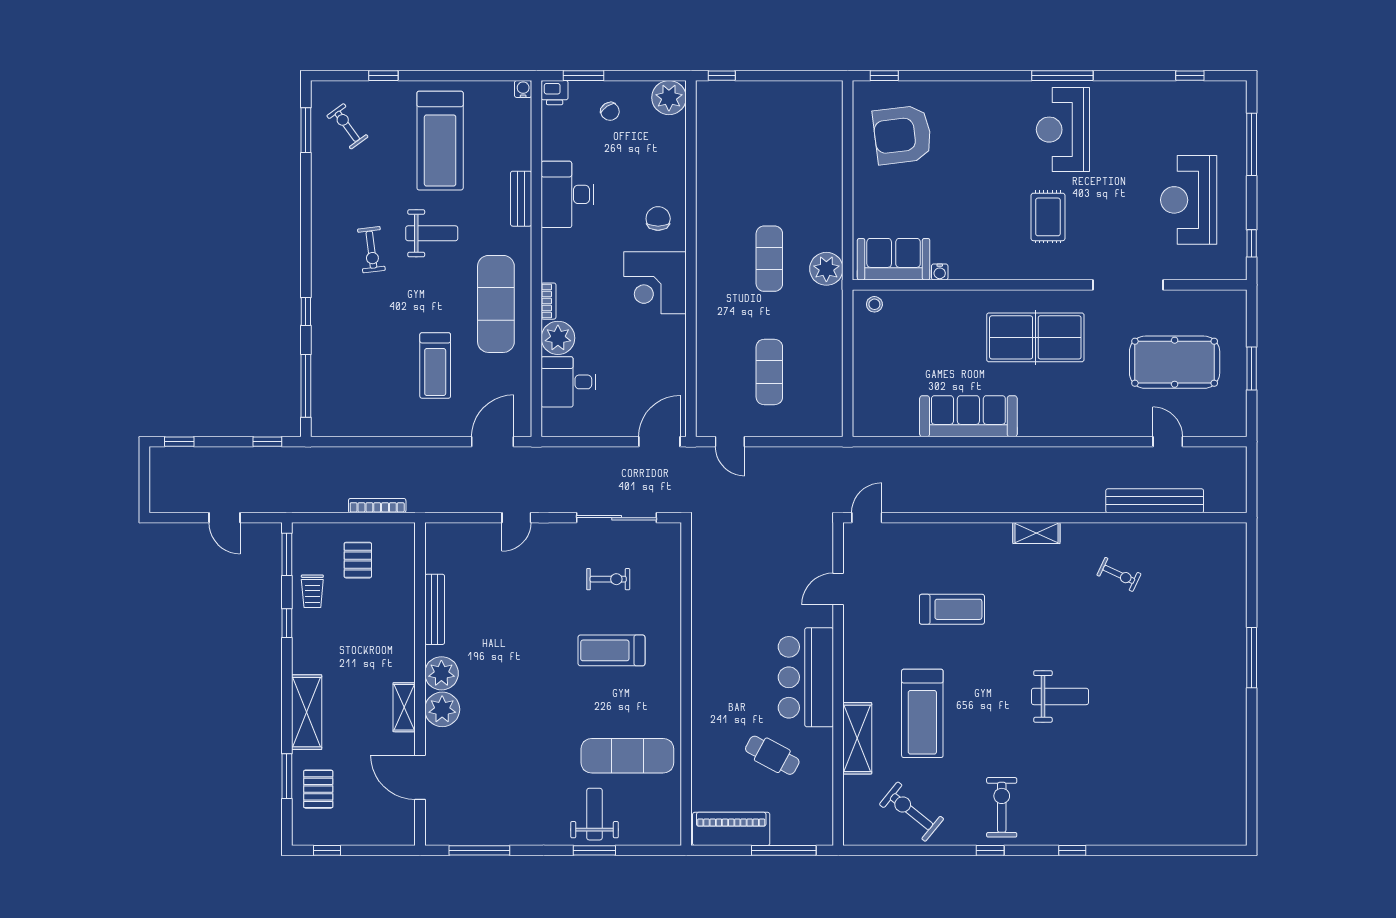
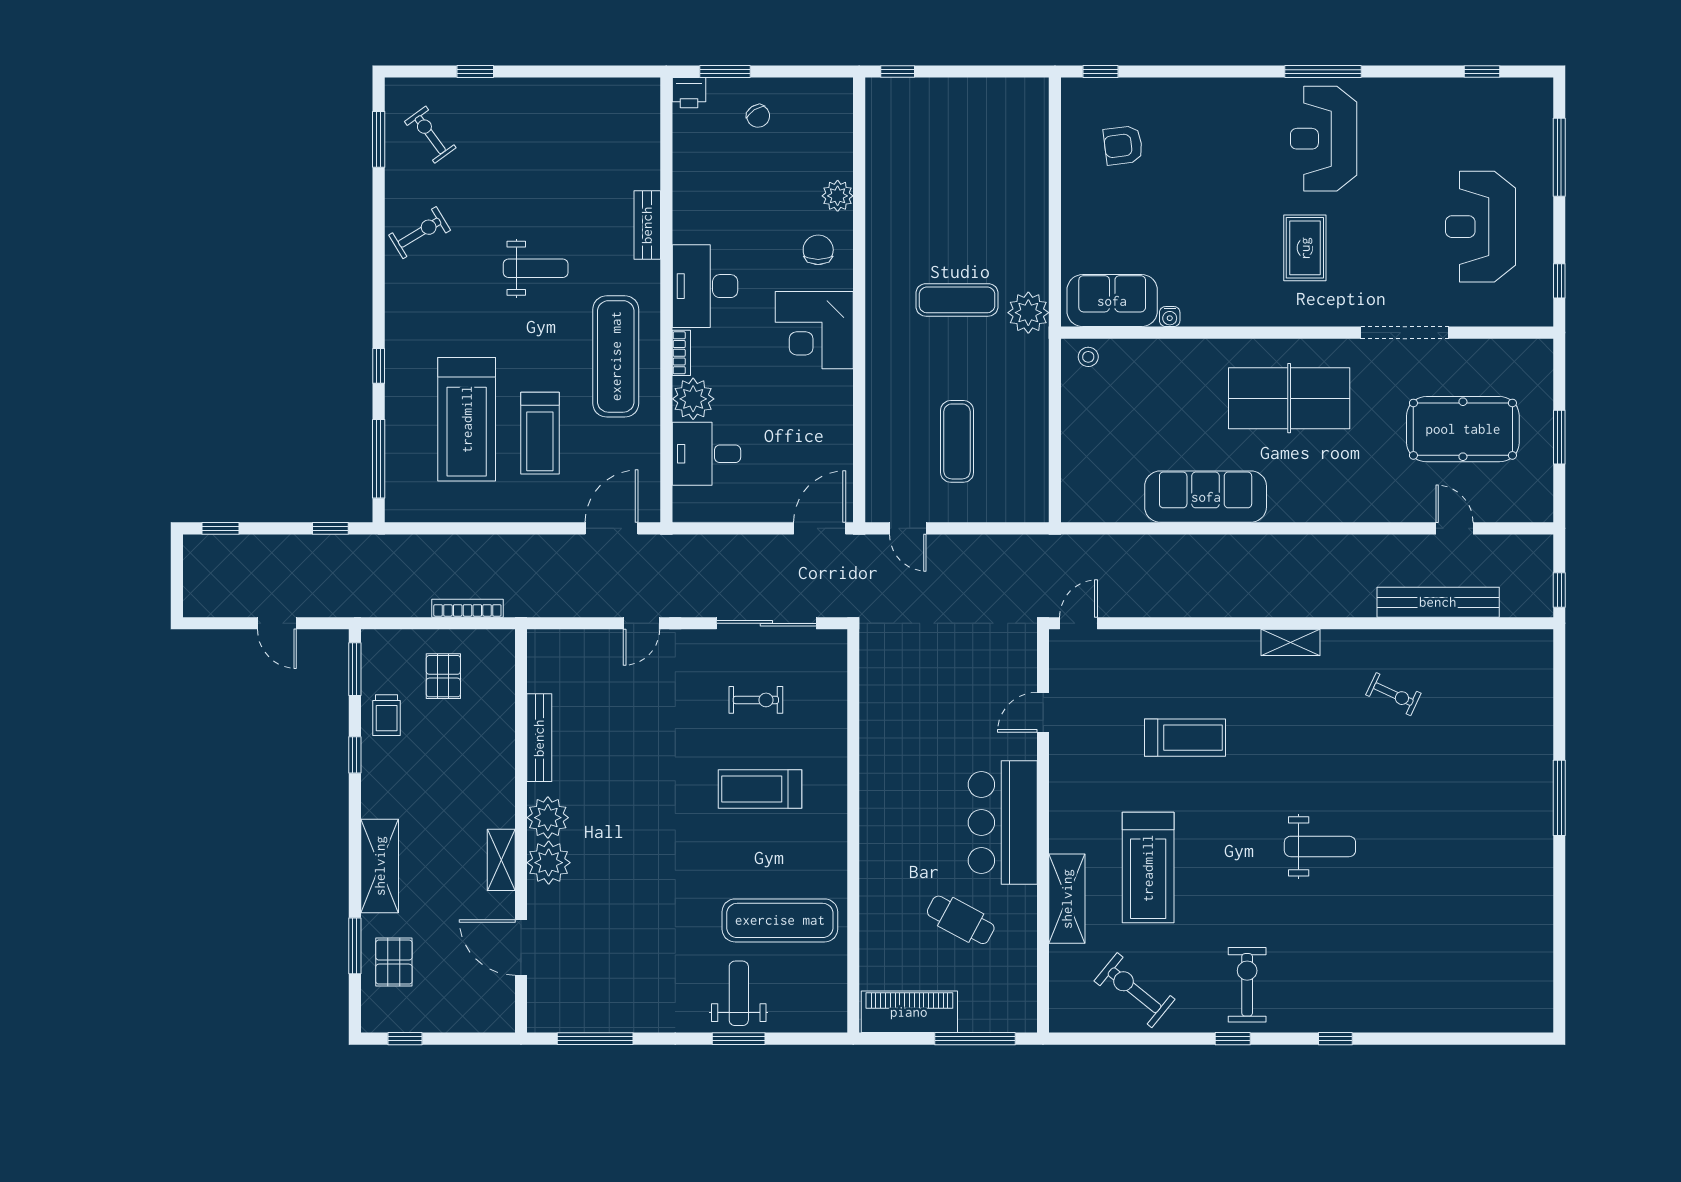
water cooler: (523, 89) -> (650, 88), removed
plant: (669, 98) -> (838, 196), moved, width x0.73, depth x0.73
armchair: (902, 135) -> (1123, 145), width x0.53, depth x0.53
treadmill: (440, 141) -> (467, 419), moved
desk: (567, 194) -> (705, 286), moved
exercise bike: (371, 250) -> (420, 233), moved, turned -114
exercise mat: (769, 259) -> (957, 300), turned 90
window: (1252, 491) -> (1559, 590), added

